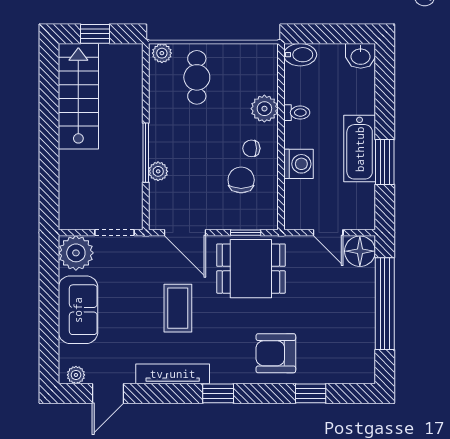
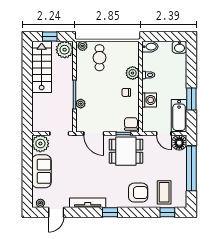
plant: (125, 61) -> (65, 50), added
bathtub: (360, 149) -> (179, 116), moved
chair: (241, 180) -> (131, 124), moved
coffee table: (178, 308) -> (164, 192), moved
armchair: (276, 353) -> (138, 193), turned 180
window: (311, 393) -> (167, 212), moved

